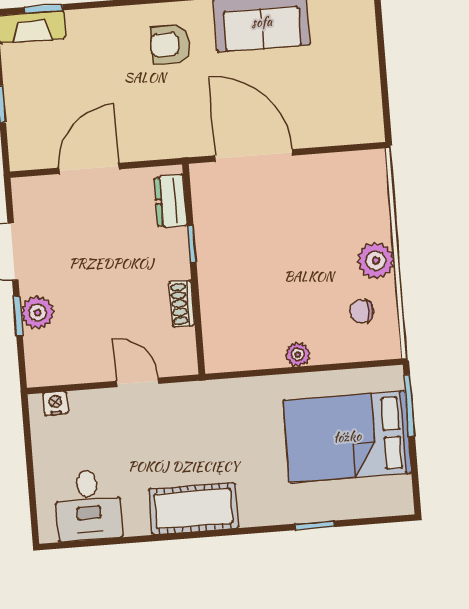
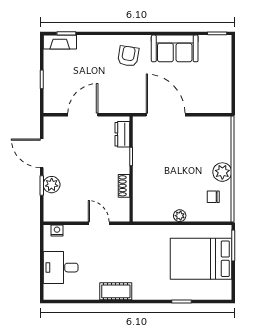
armchair: (170, 44) -> (128, 56), turned 99
desk: (88, 505) -> (61, 268), moved, turned 90
cot: (194, 508) -> (116, 291), width x0.73, depth x0.75

